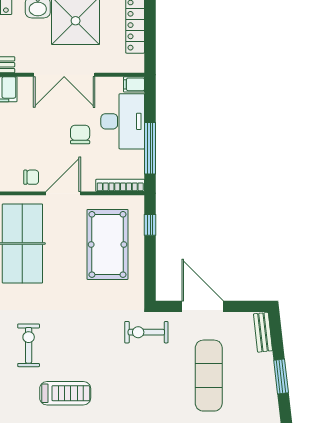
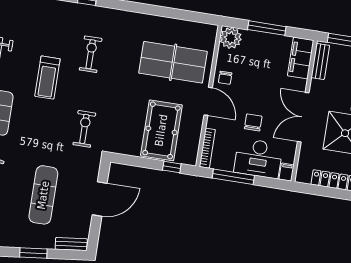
chair: (80, 135) -> (253, 122), turned -90
pool table: (107, 244) -> (161, 130), turned 90
exercise bike: (146, 332) -> (84, 129), moved
exercise bike: (29, 345) -> (91, 54), turned -90
exercise mat: (209, 376) -> (43, 195), turned 90

